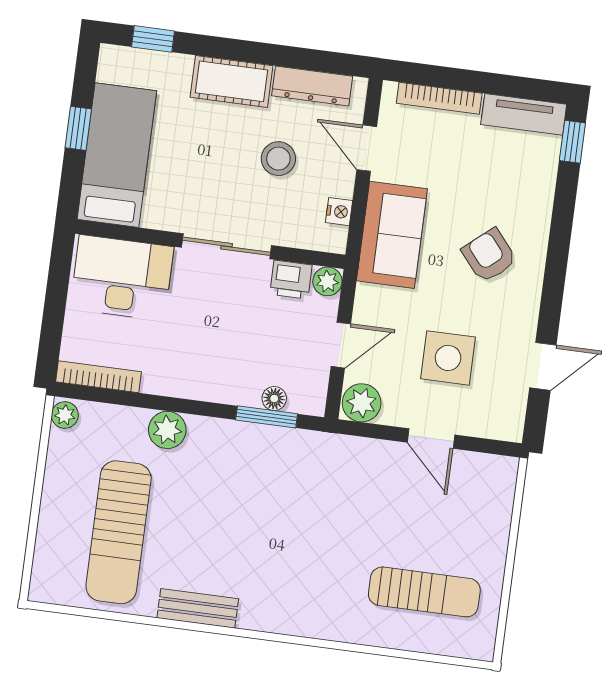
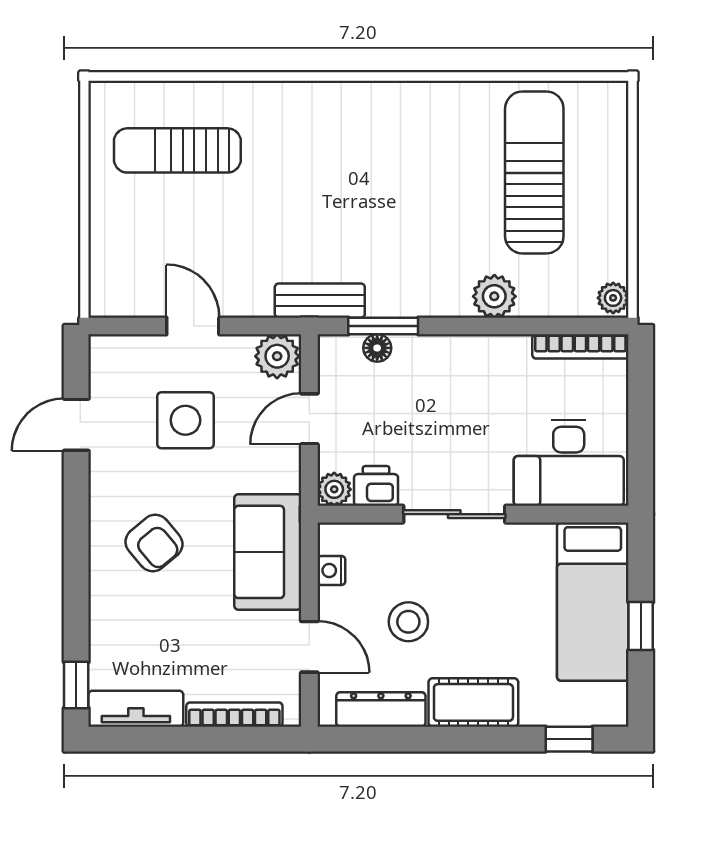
bench: (198, 608) -> (320, 301), moved

